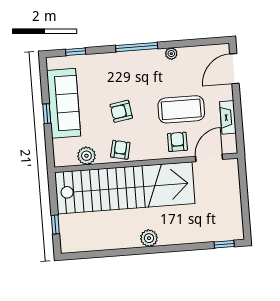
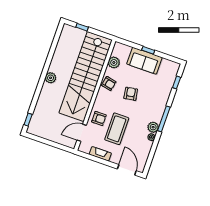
plant: (156, 57) -> (153, 127), added
sofa: (64, 103) -> (144, 61), width x0.73
door: (209, 158) -> (82, 133), swing flipped

